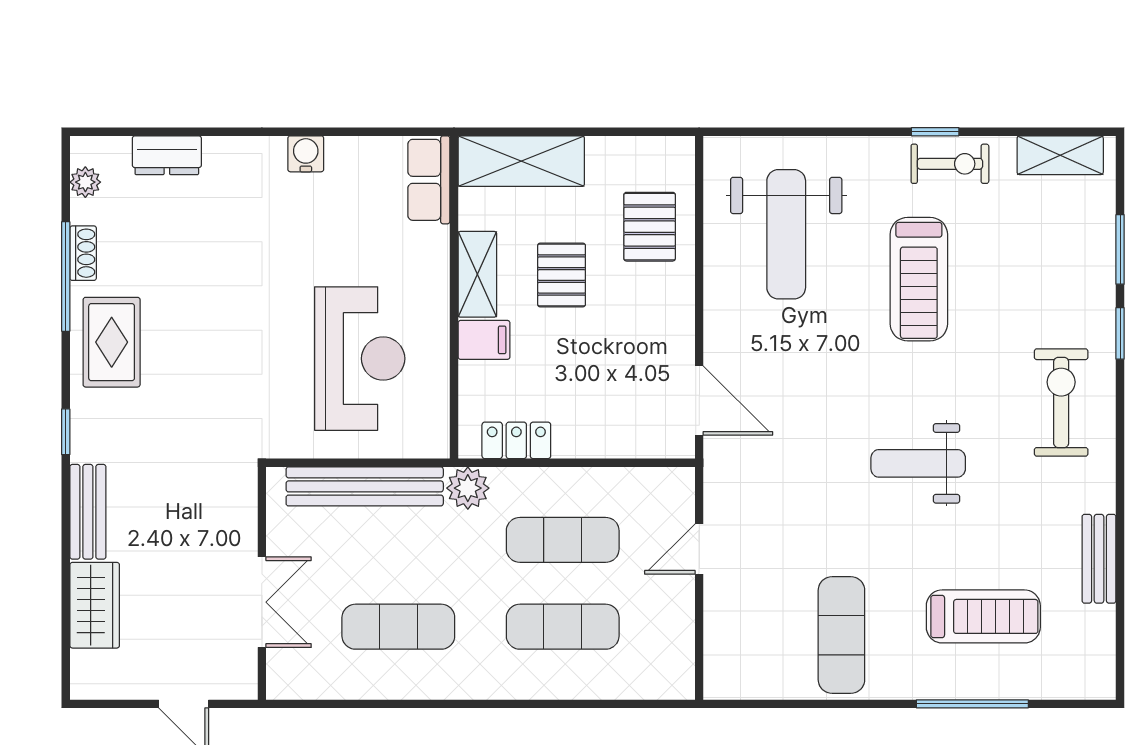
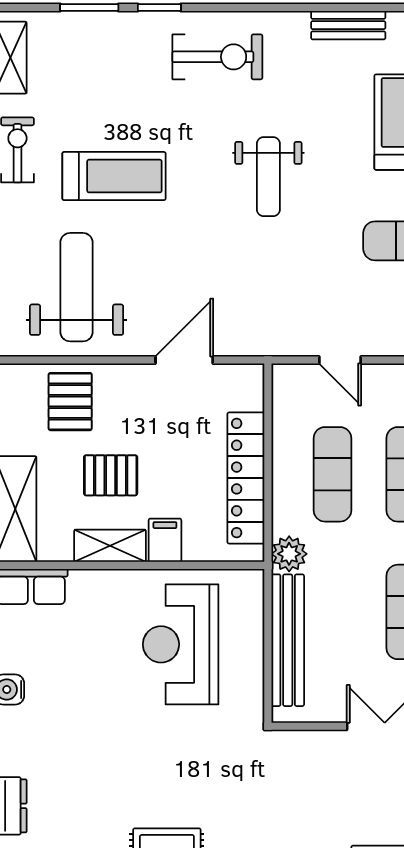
pallet: (650, 227) -> (70, 402), turned 90
weight bench: (786, 234) -> (77, 287), turned -90
reception desk: (360, 359) -> (181, 644), turned -90
door: (699, 401) -> (184, 360), moved
exercise bike: (1061, 402) -> (217, 57), turned 180
locker: (516, 440) -> (246, 478), width x2.16, depth x1.21

